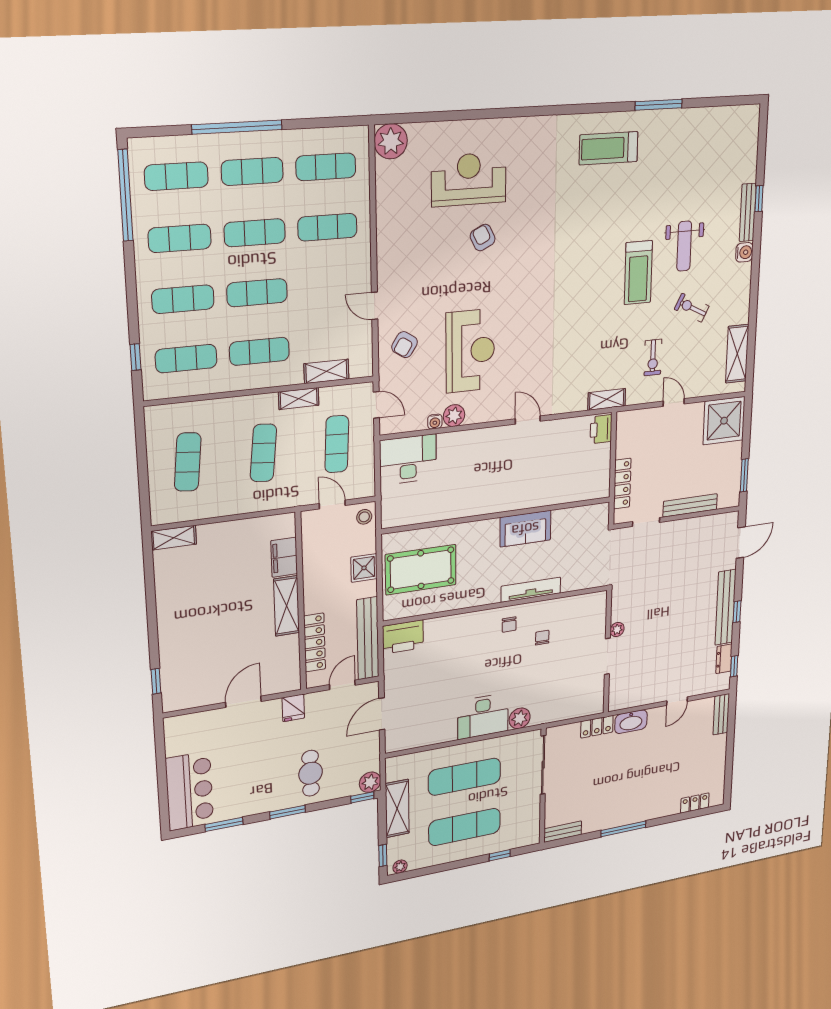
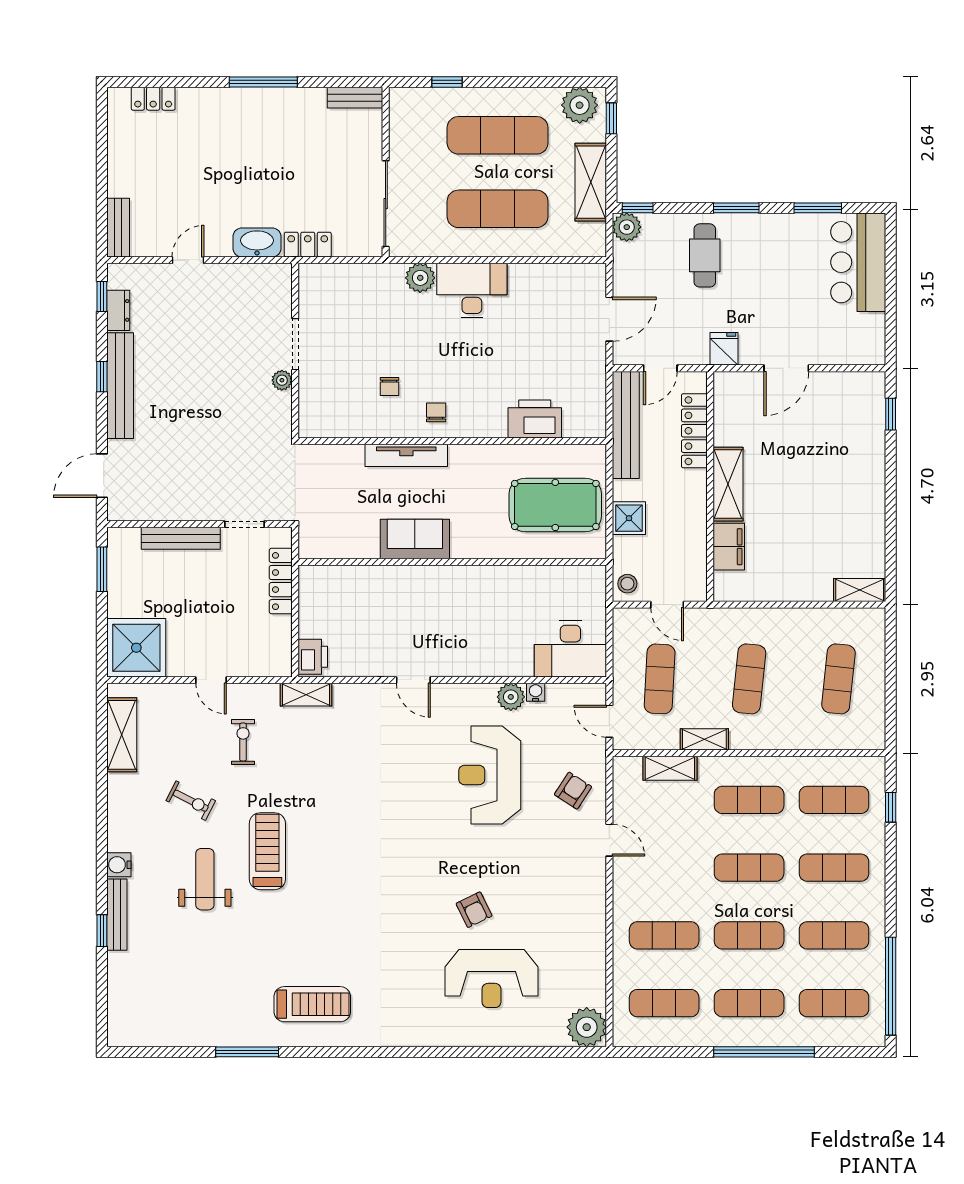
printer: (403, 637) -> (535, 419), moved
plant: (400, 867) -> (580, 105), width x1.88, depth x1.88

